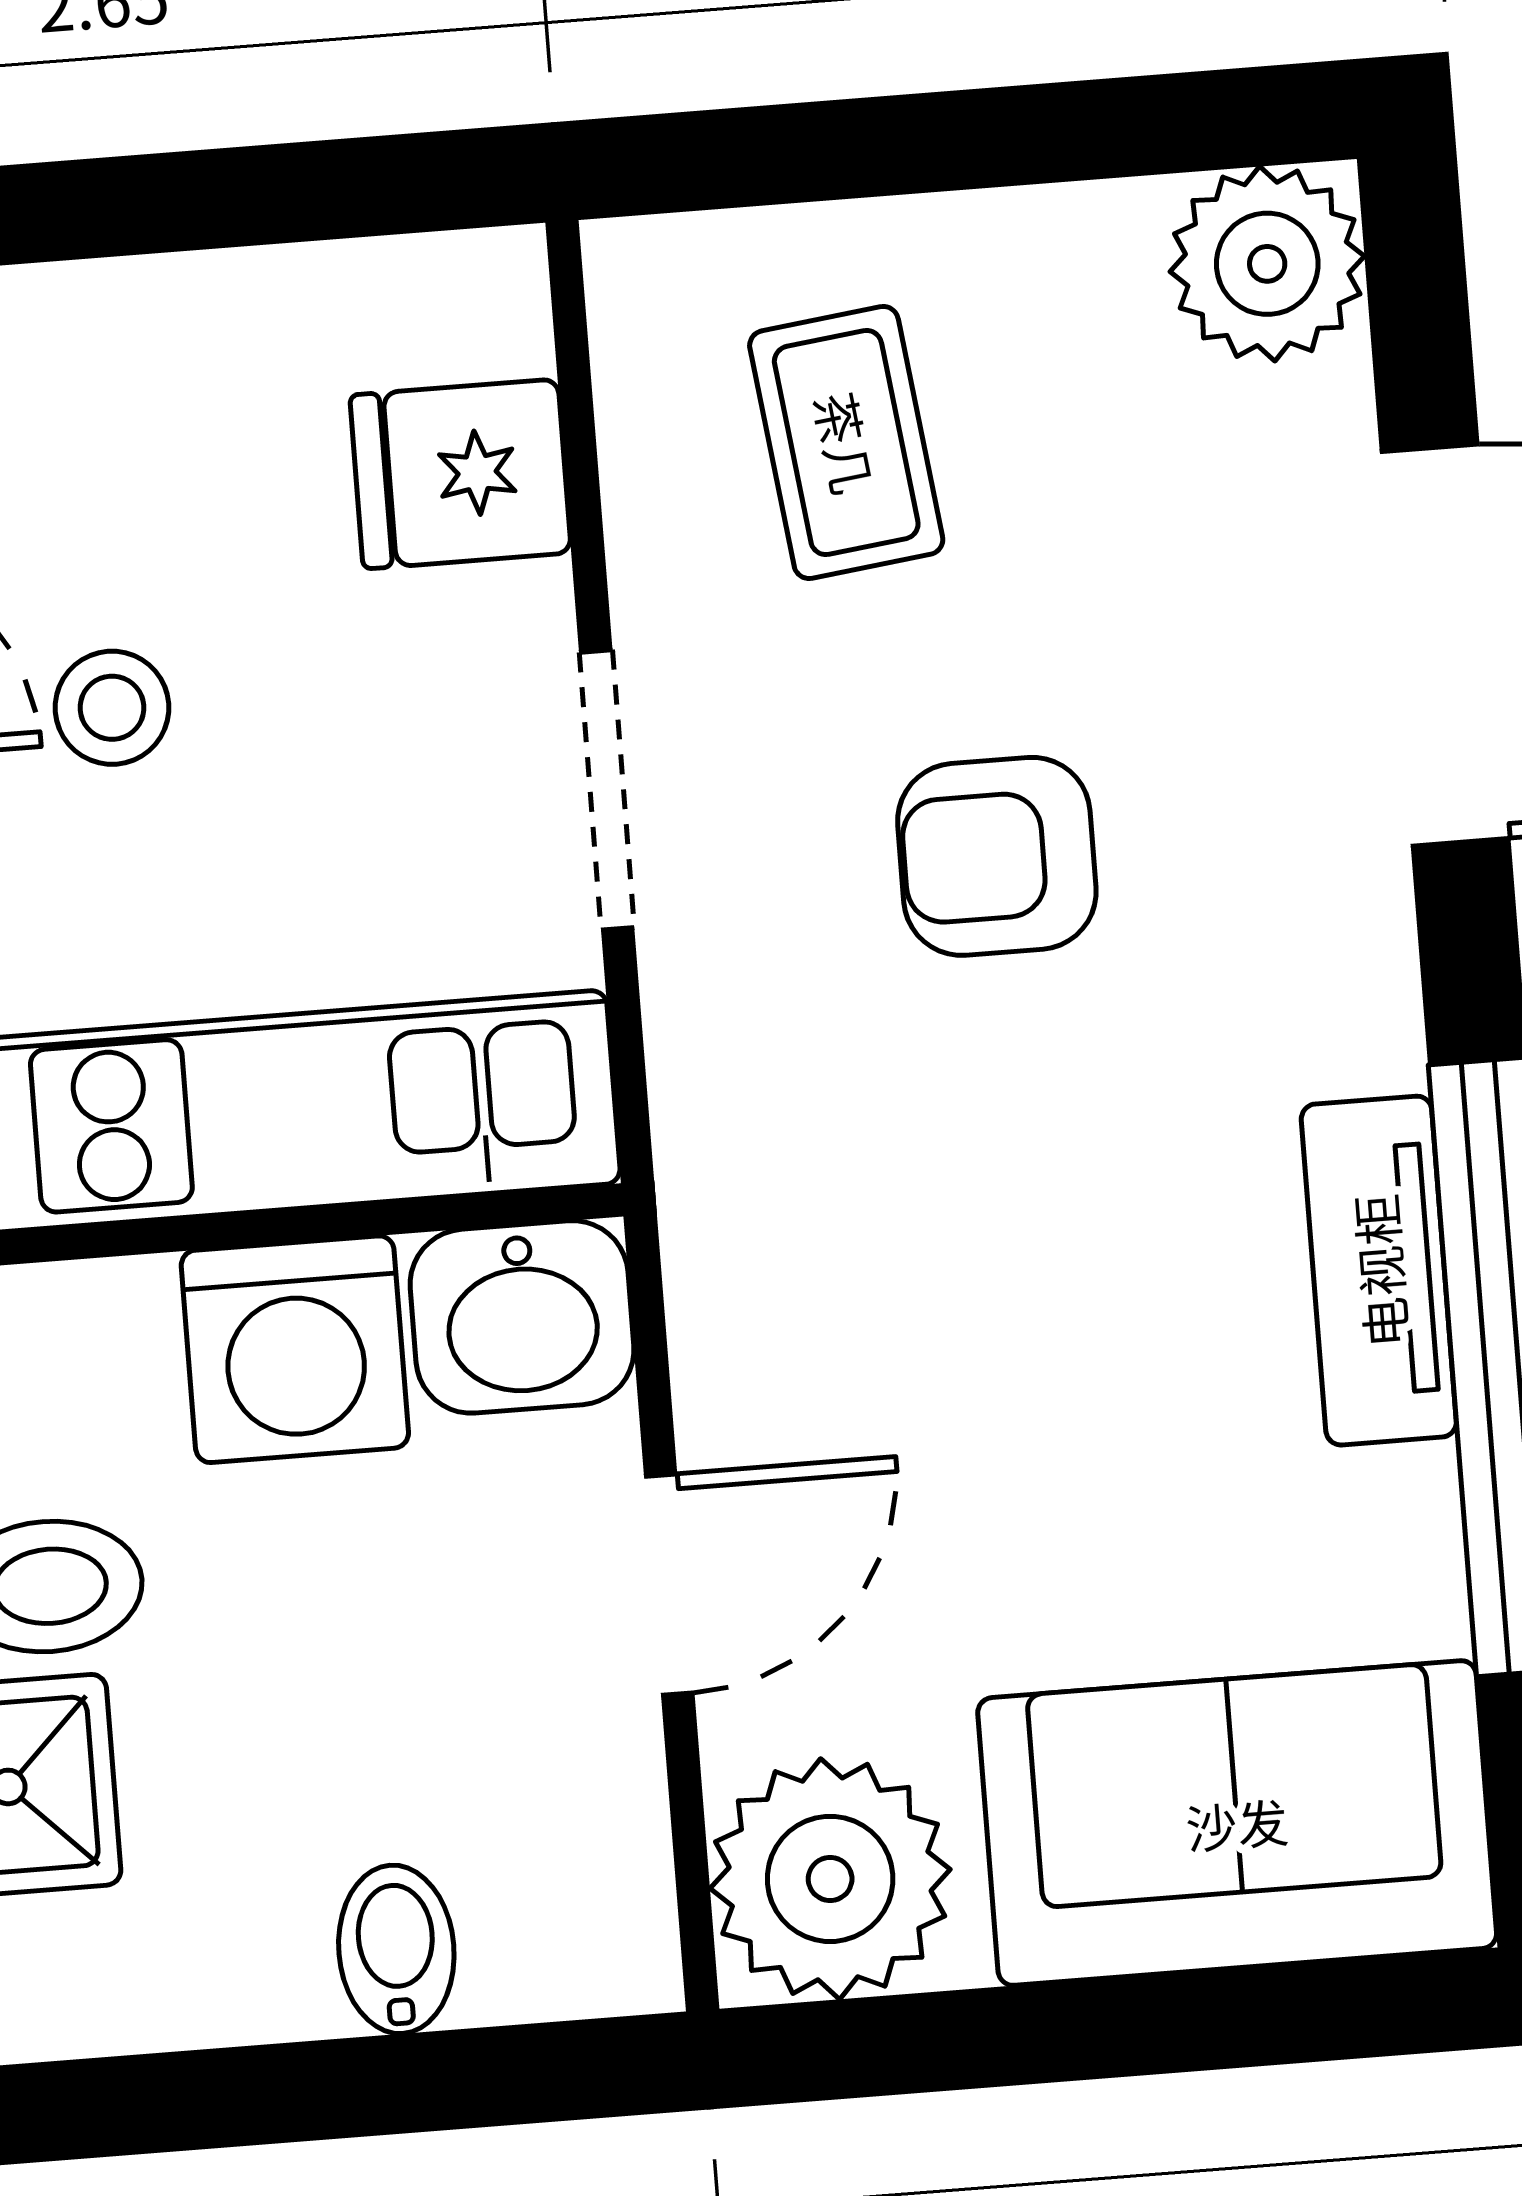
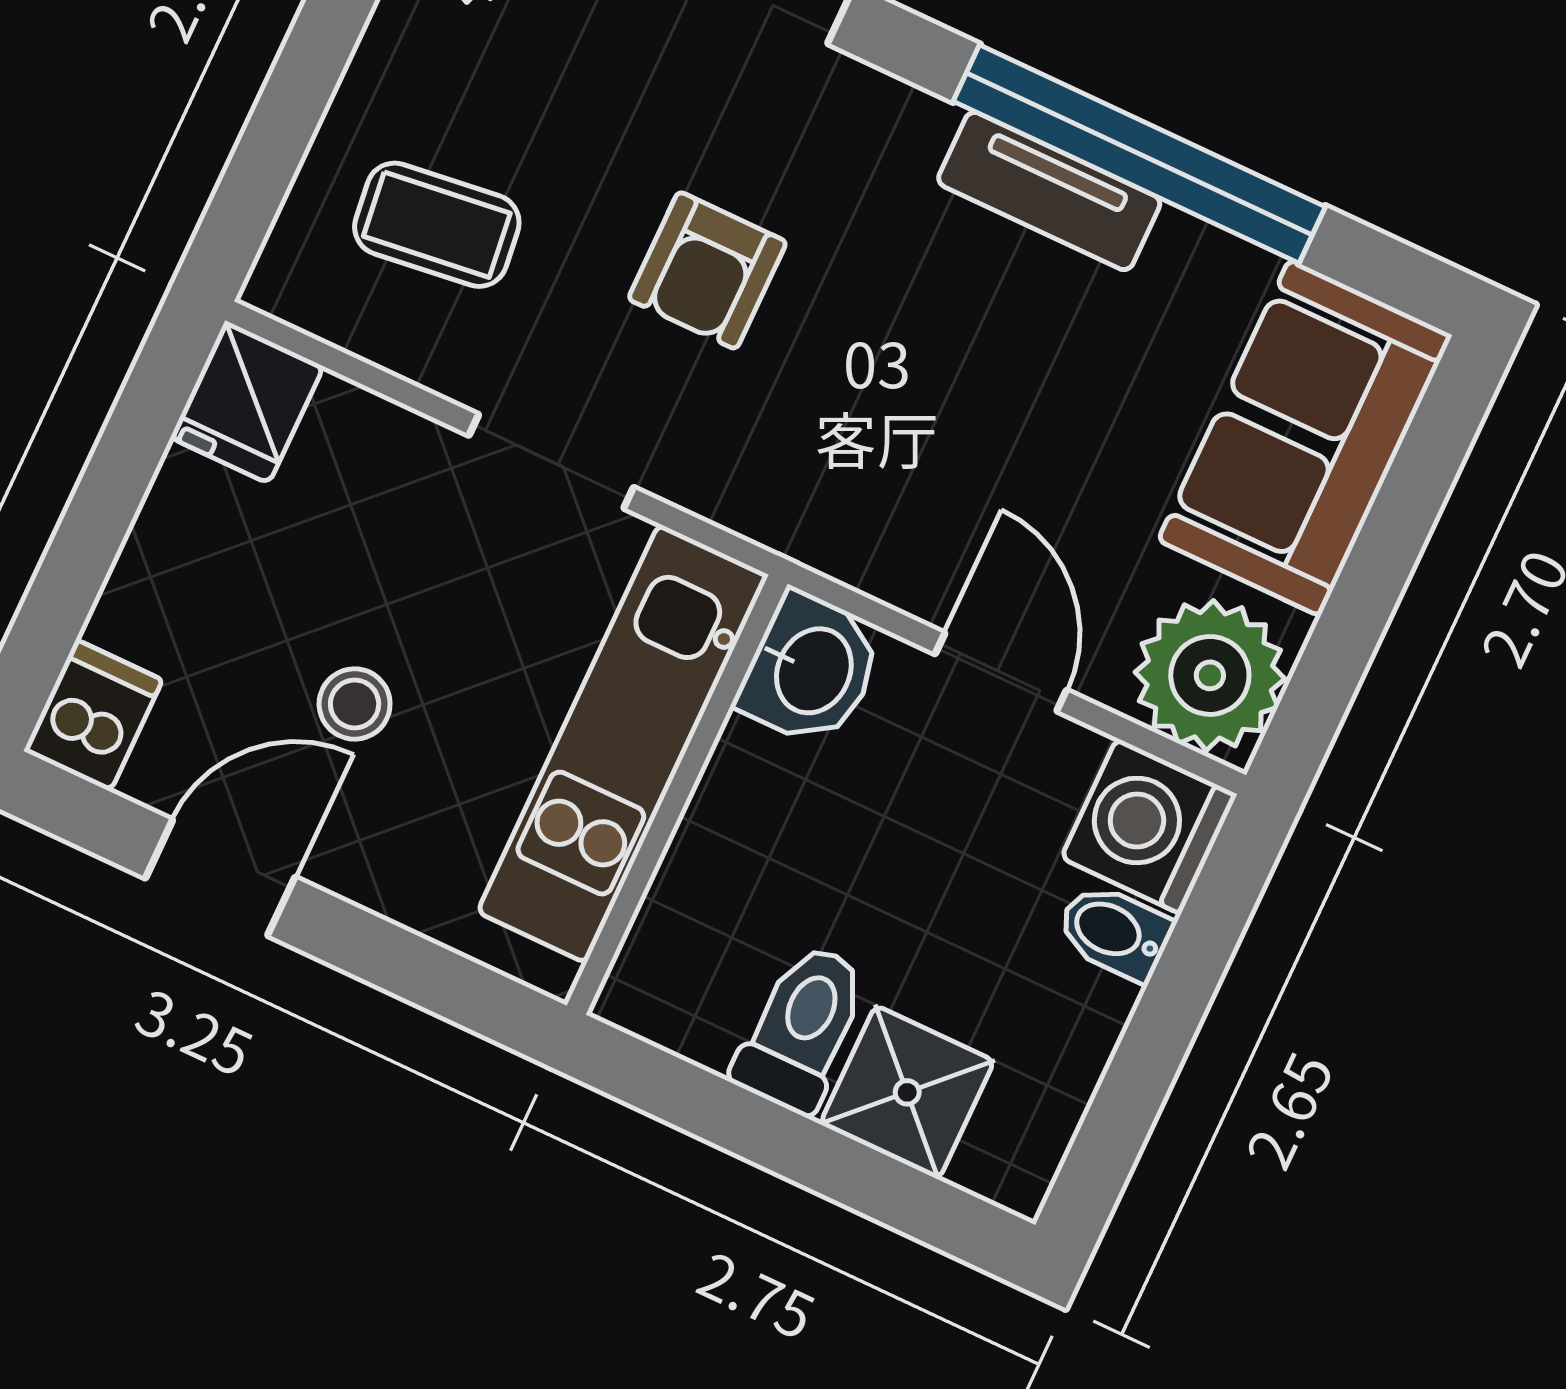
fridge: (461, 474) -> (247, 402), moved
washing machine: (295, 1349) -> (1149, 826), moved, turned 180

